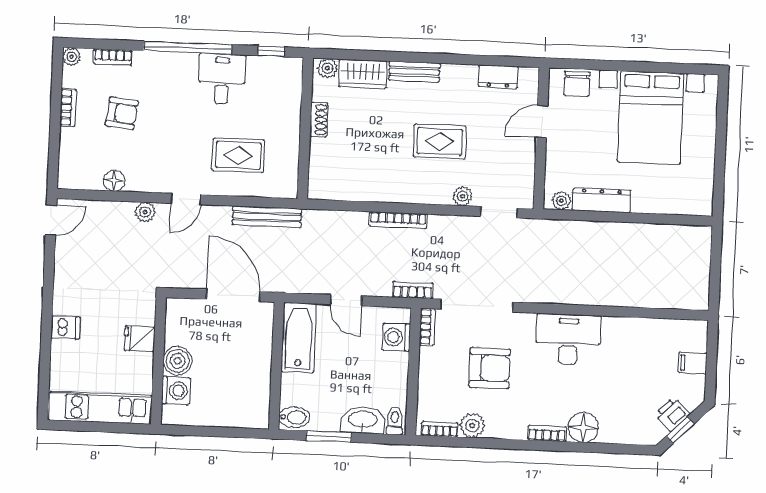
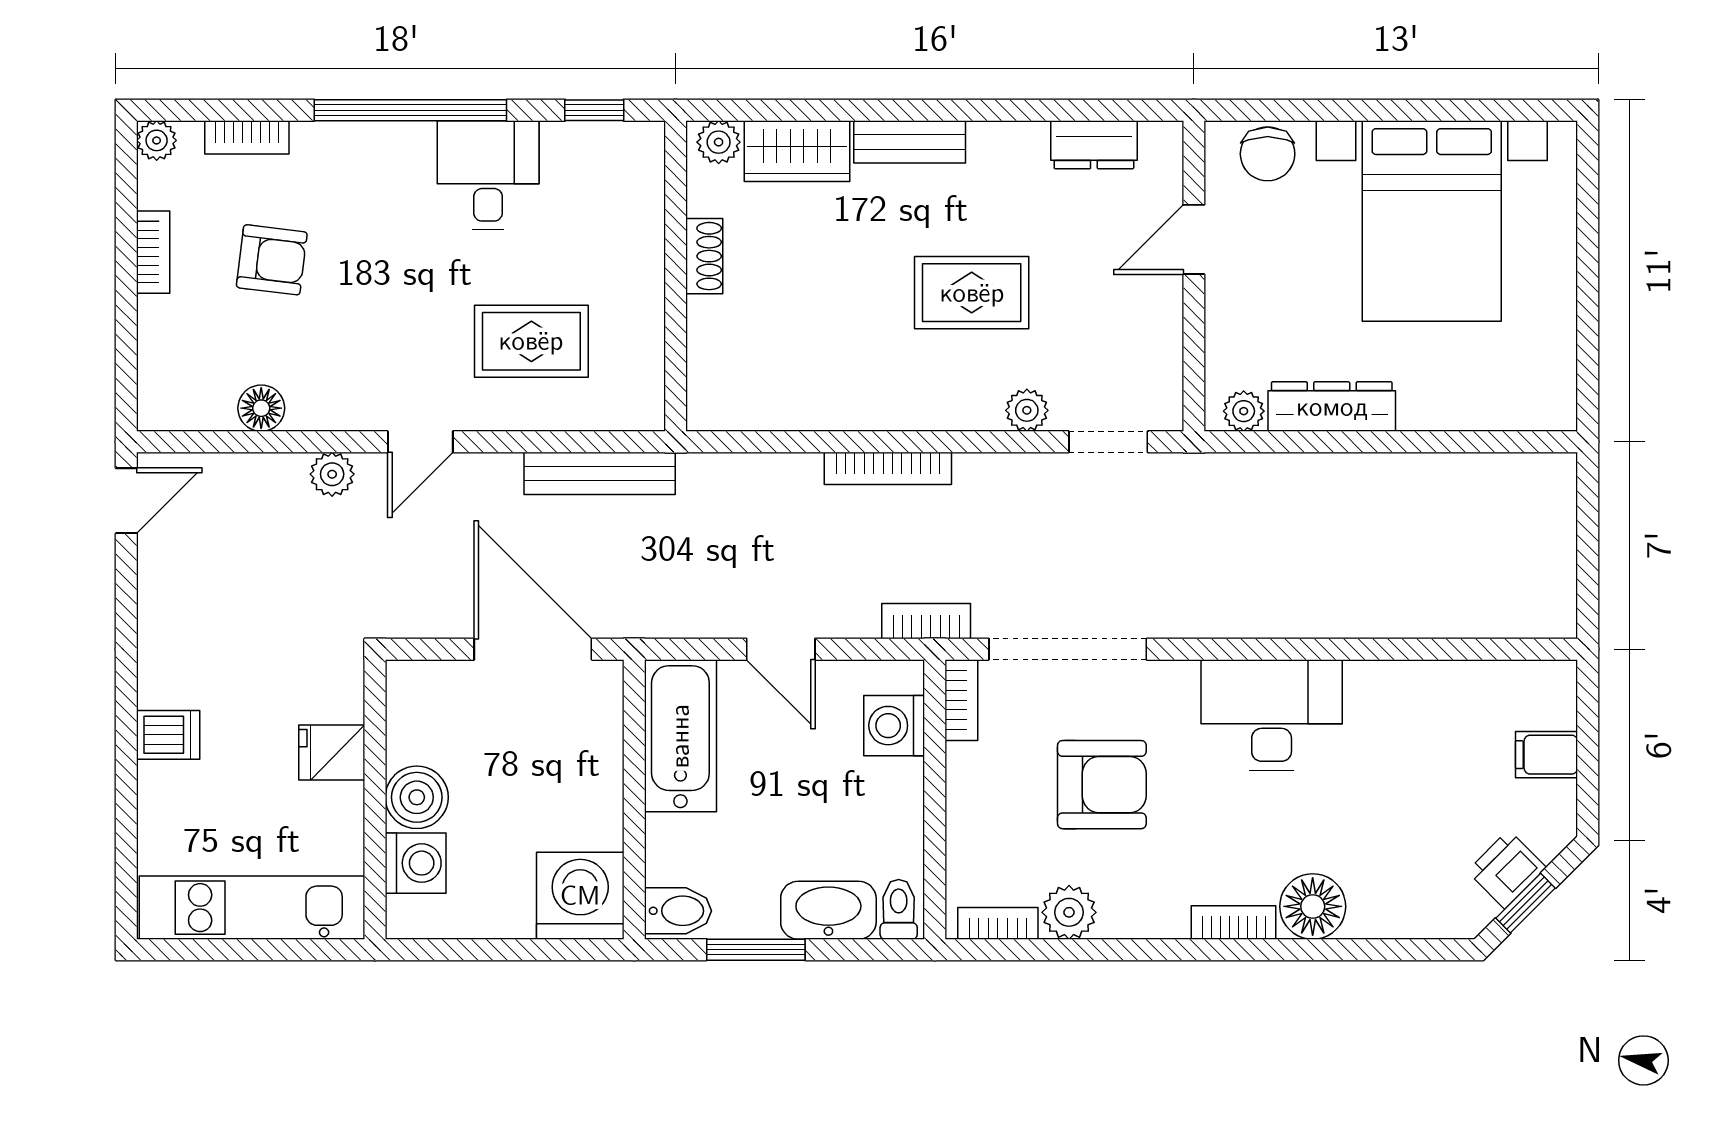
washing machine: (250, 409) -> (580, 896), added

